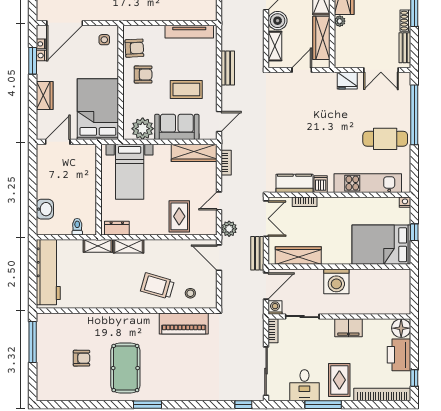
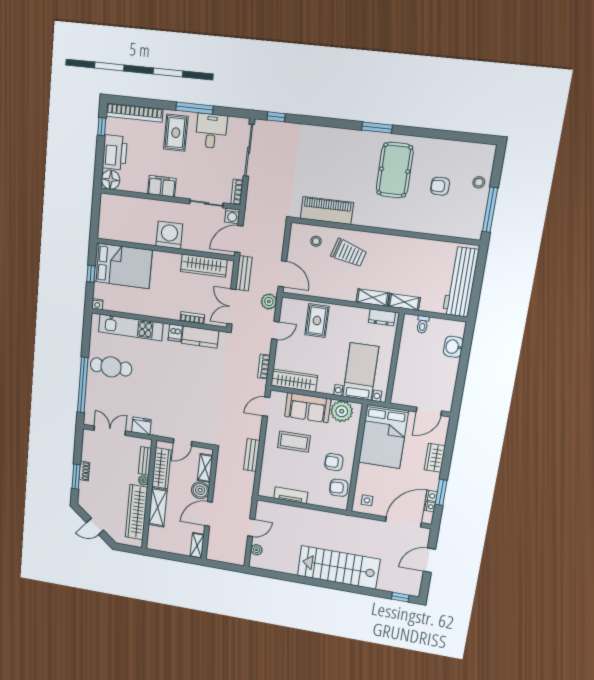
tv unit: (189, 32) -> (291, 495), width x0.71
bench: (405, 48) -> (145, 461), moved
stool: (47, 366) -> (479, 182), added

